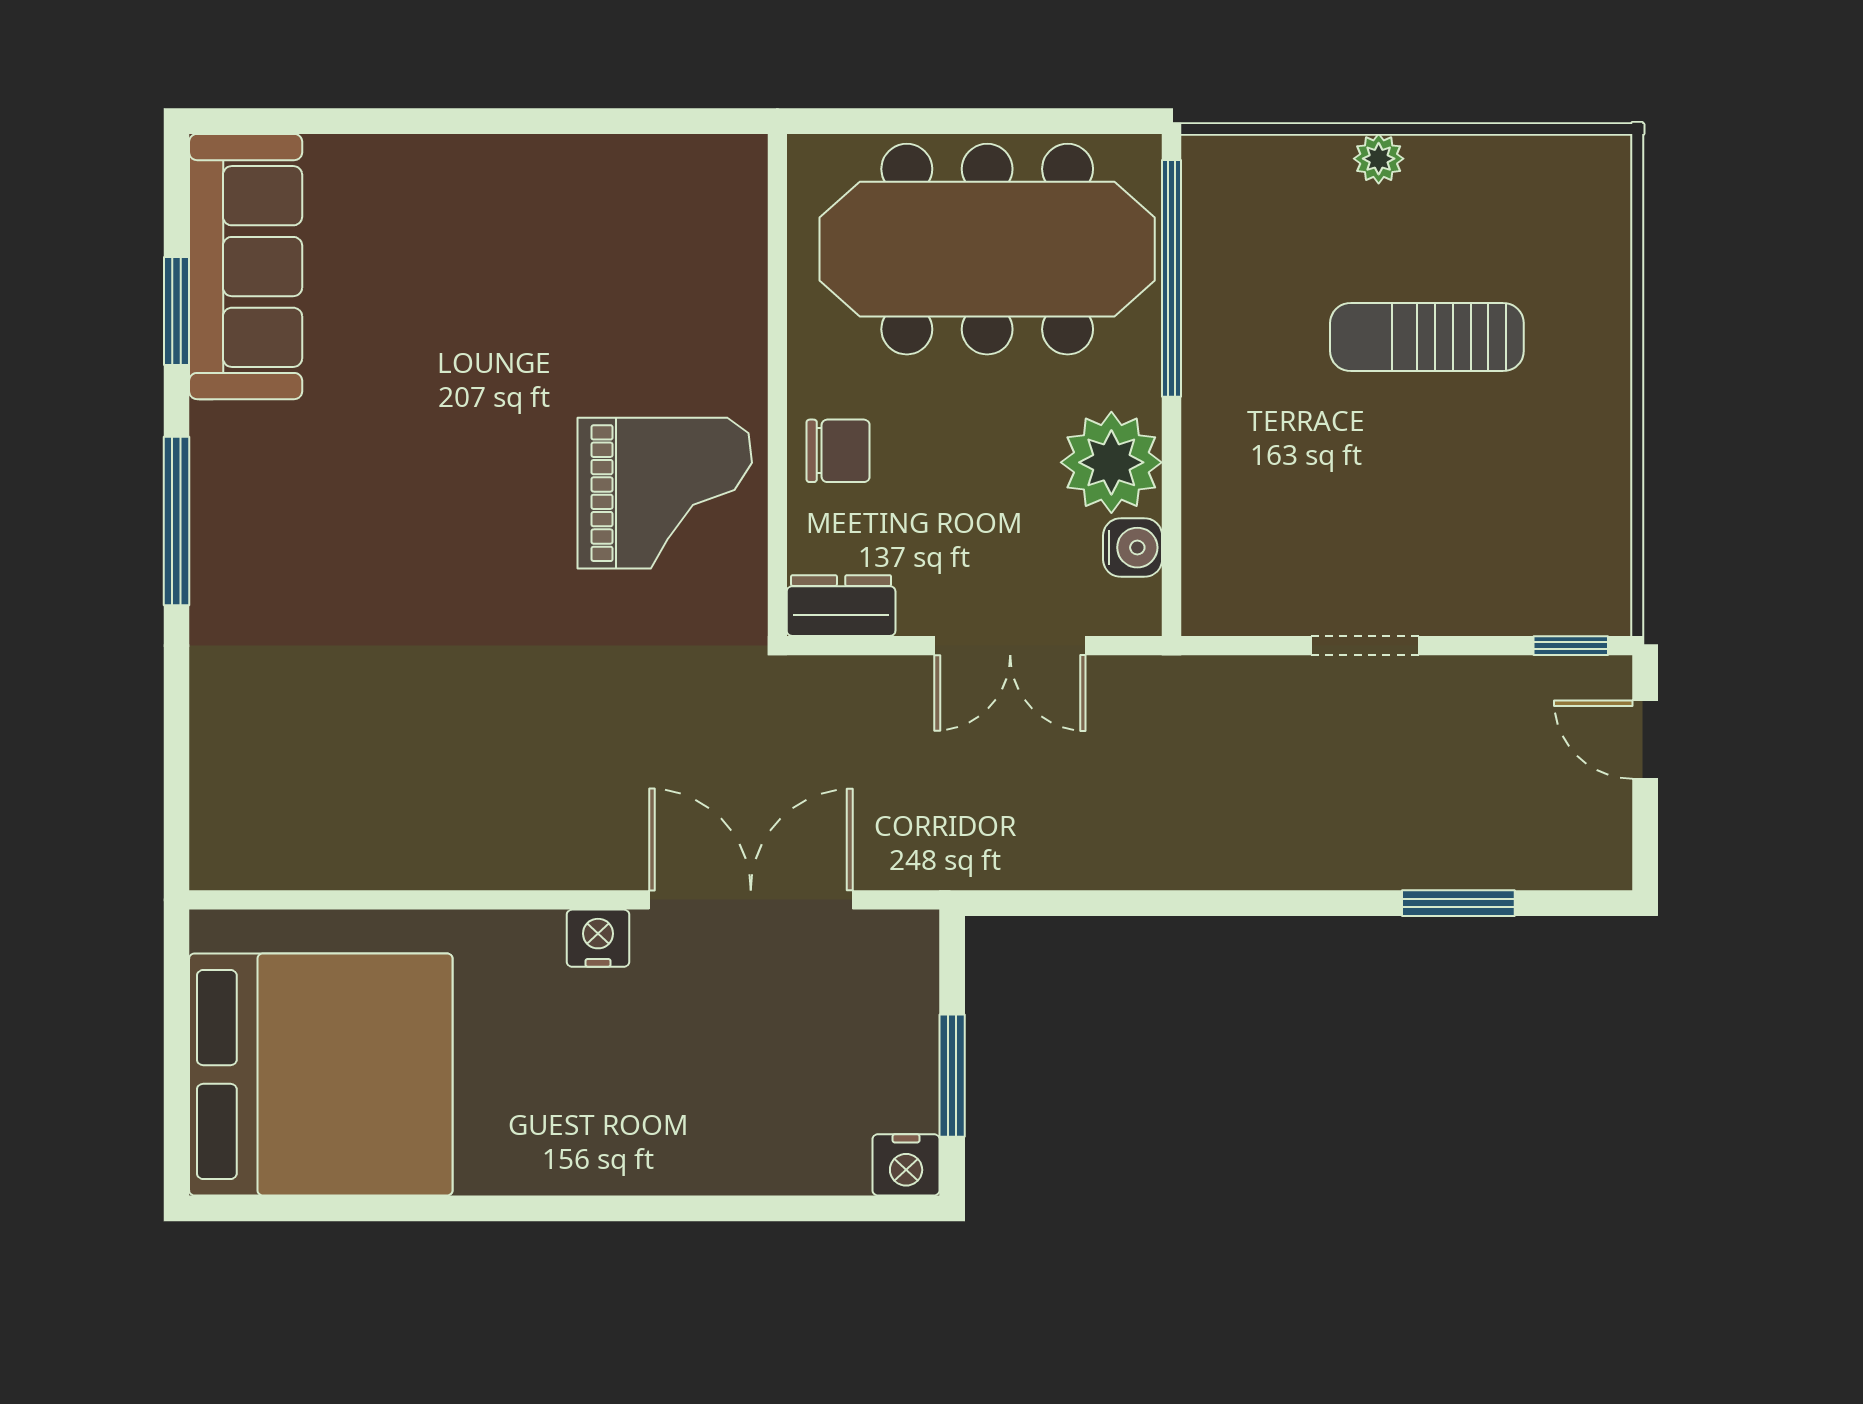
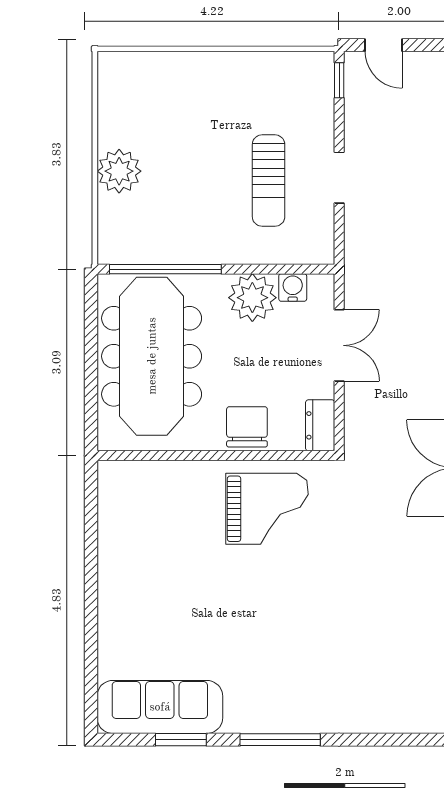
plant: (1379, 159) -> (119, 171), width x1.88, depth x1.88
sun lounger: (1427, 337) -> (269, 181), moved
chair: (838, 451) -> (247, 427), width x1.37, depth x1.37
grand piano: (665, 493) -> (267, 509), turned 90
door: (1645, 740) -> (384, 45), hinge flipped

